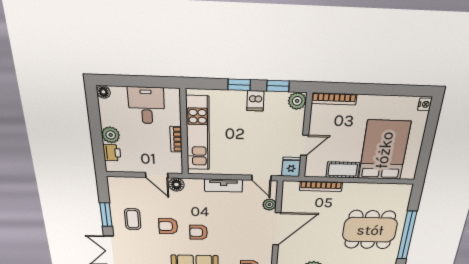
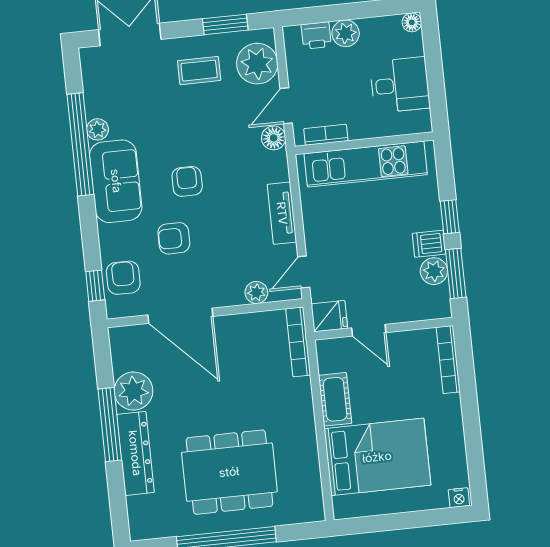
window: (278, 86) -> (456, 273), width x1.50
plant: (297, 101) -> (434, 271), moved
bookcase: (176, 139) -> (326, 135), moved
bookcase: (321, 186) -> (298, 342), moved
plant: (129, 188) -> (257, 64), added
window: (106, 215) -> (225, 24), moved
armchair: (168, 226) -> (174, 238), moved, turned -90
door: (277, 229) -> (180, 316), moved
dining table: (370, 230) -> (229, 472), turned 90

